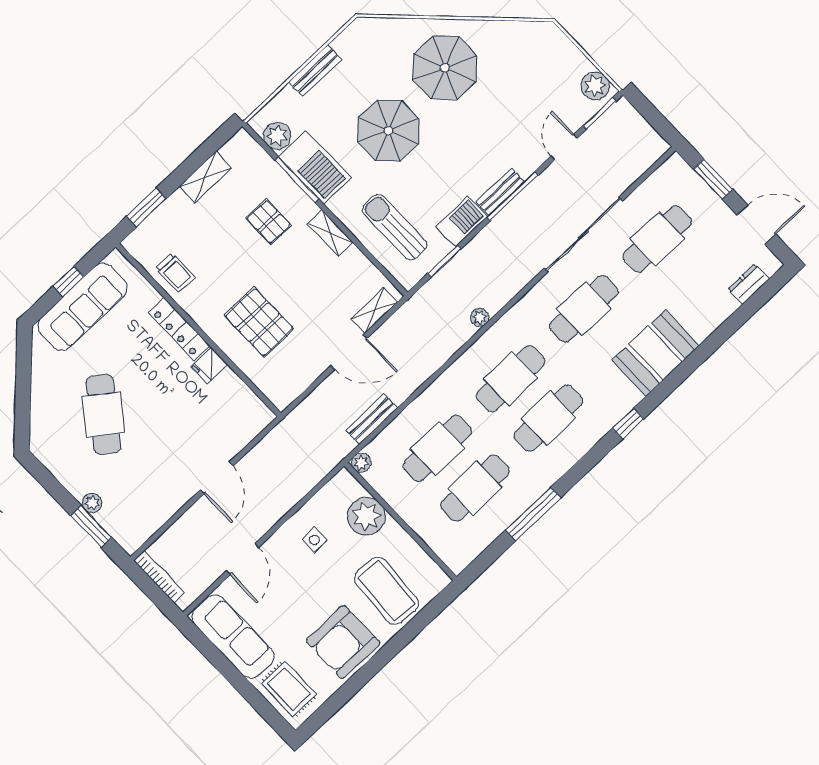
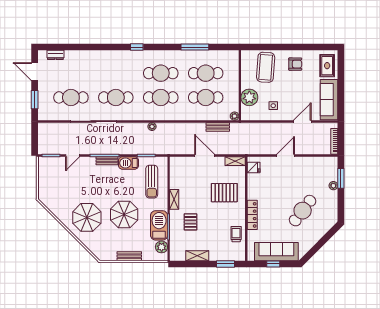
plant: (595, 86) -> (44, 166), removed
shelving: (374, 310) -> (235, 161), moved
pallet: (259, 322) -> (224, 193), turned 90
booth: (656, 353) -> (106, 61), removed
fridge: (209, 366) -> (254, 168), moved
armchair: (343, 642) -> (295, 64), width x0.53, depth x0.53

